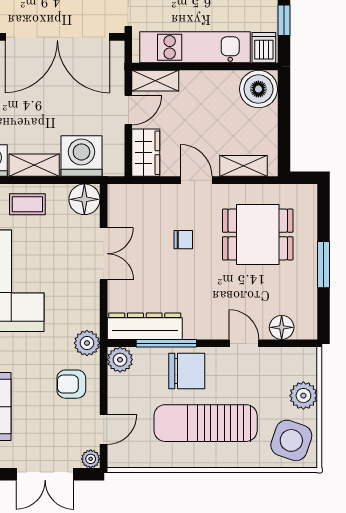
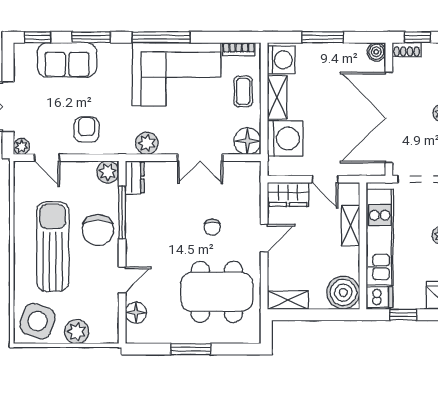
shelving: (155, 81) -> (351, 226), moved
shelving: (244, 166) -> (288, 300), moved, turned 90
dining table: (258, 235) -> (217, 292), width x1.38
dresser: (145, 326) -> (135, 178), width x0.51, depth x0.80
plant: (87, 343) -> (147, 143), moved

